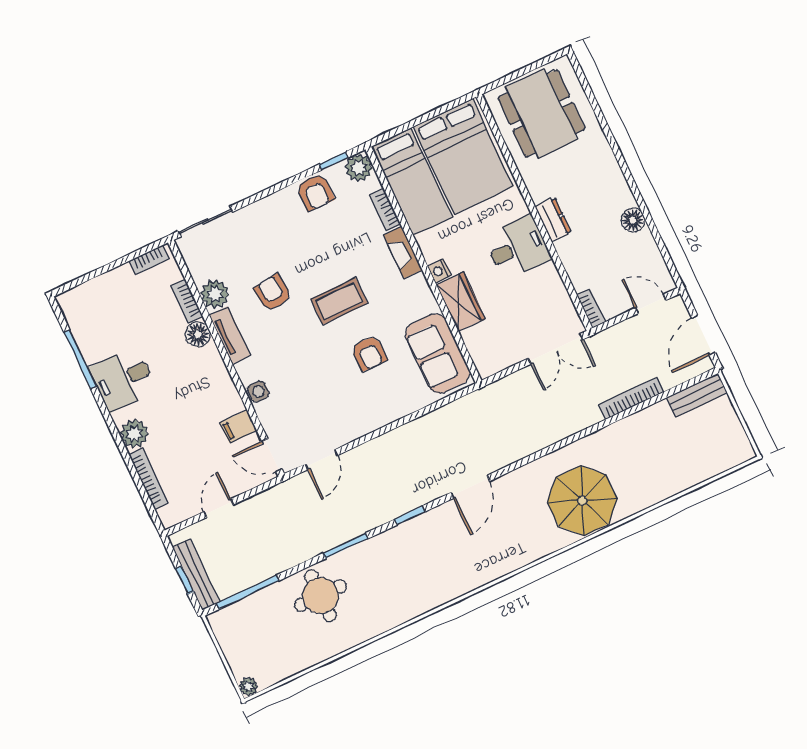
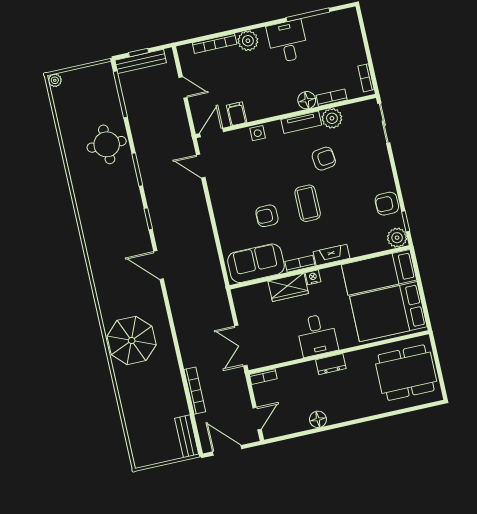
bookcase: (385, 210) -> (300, 264), moved

